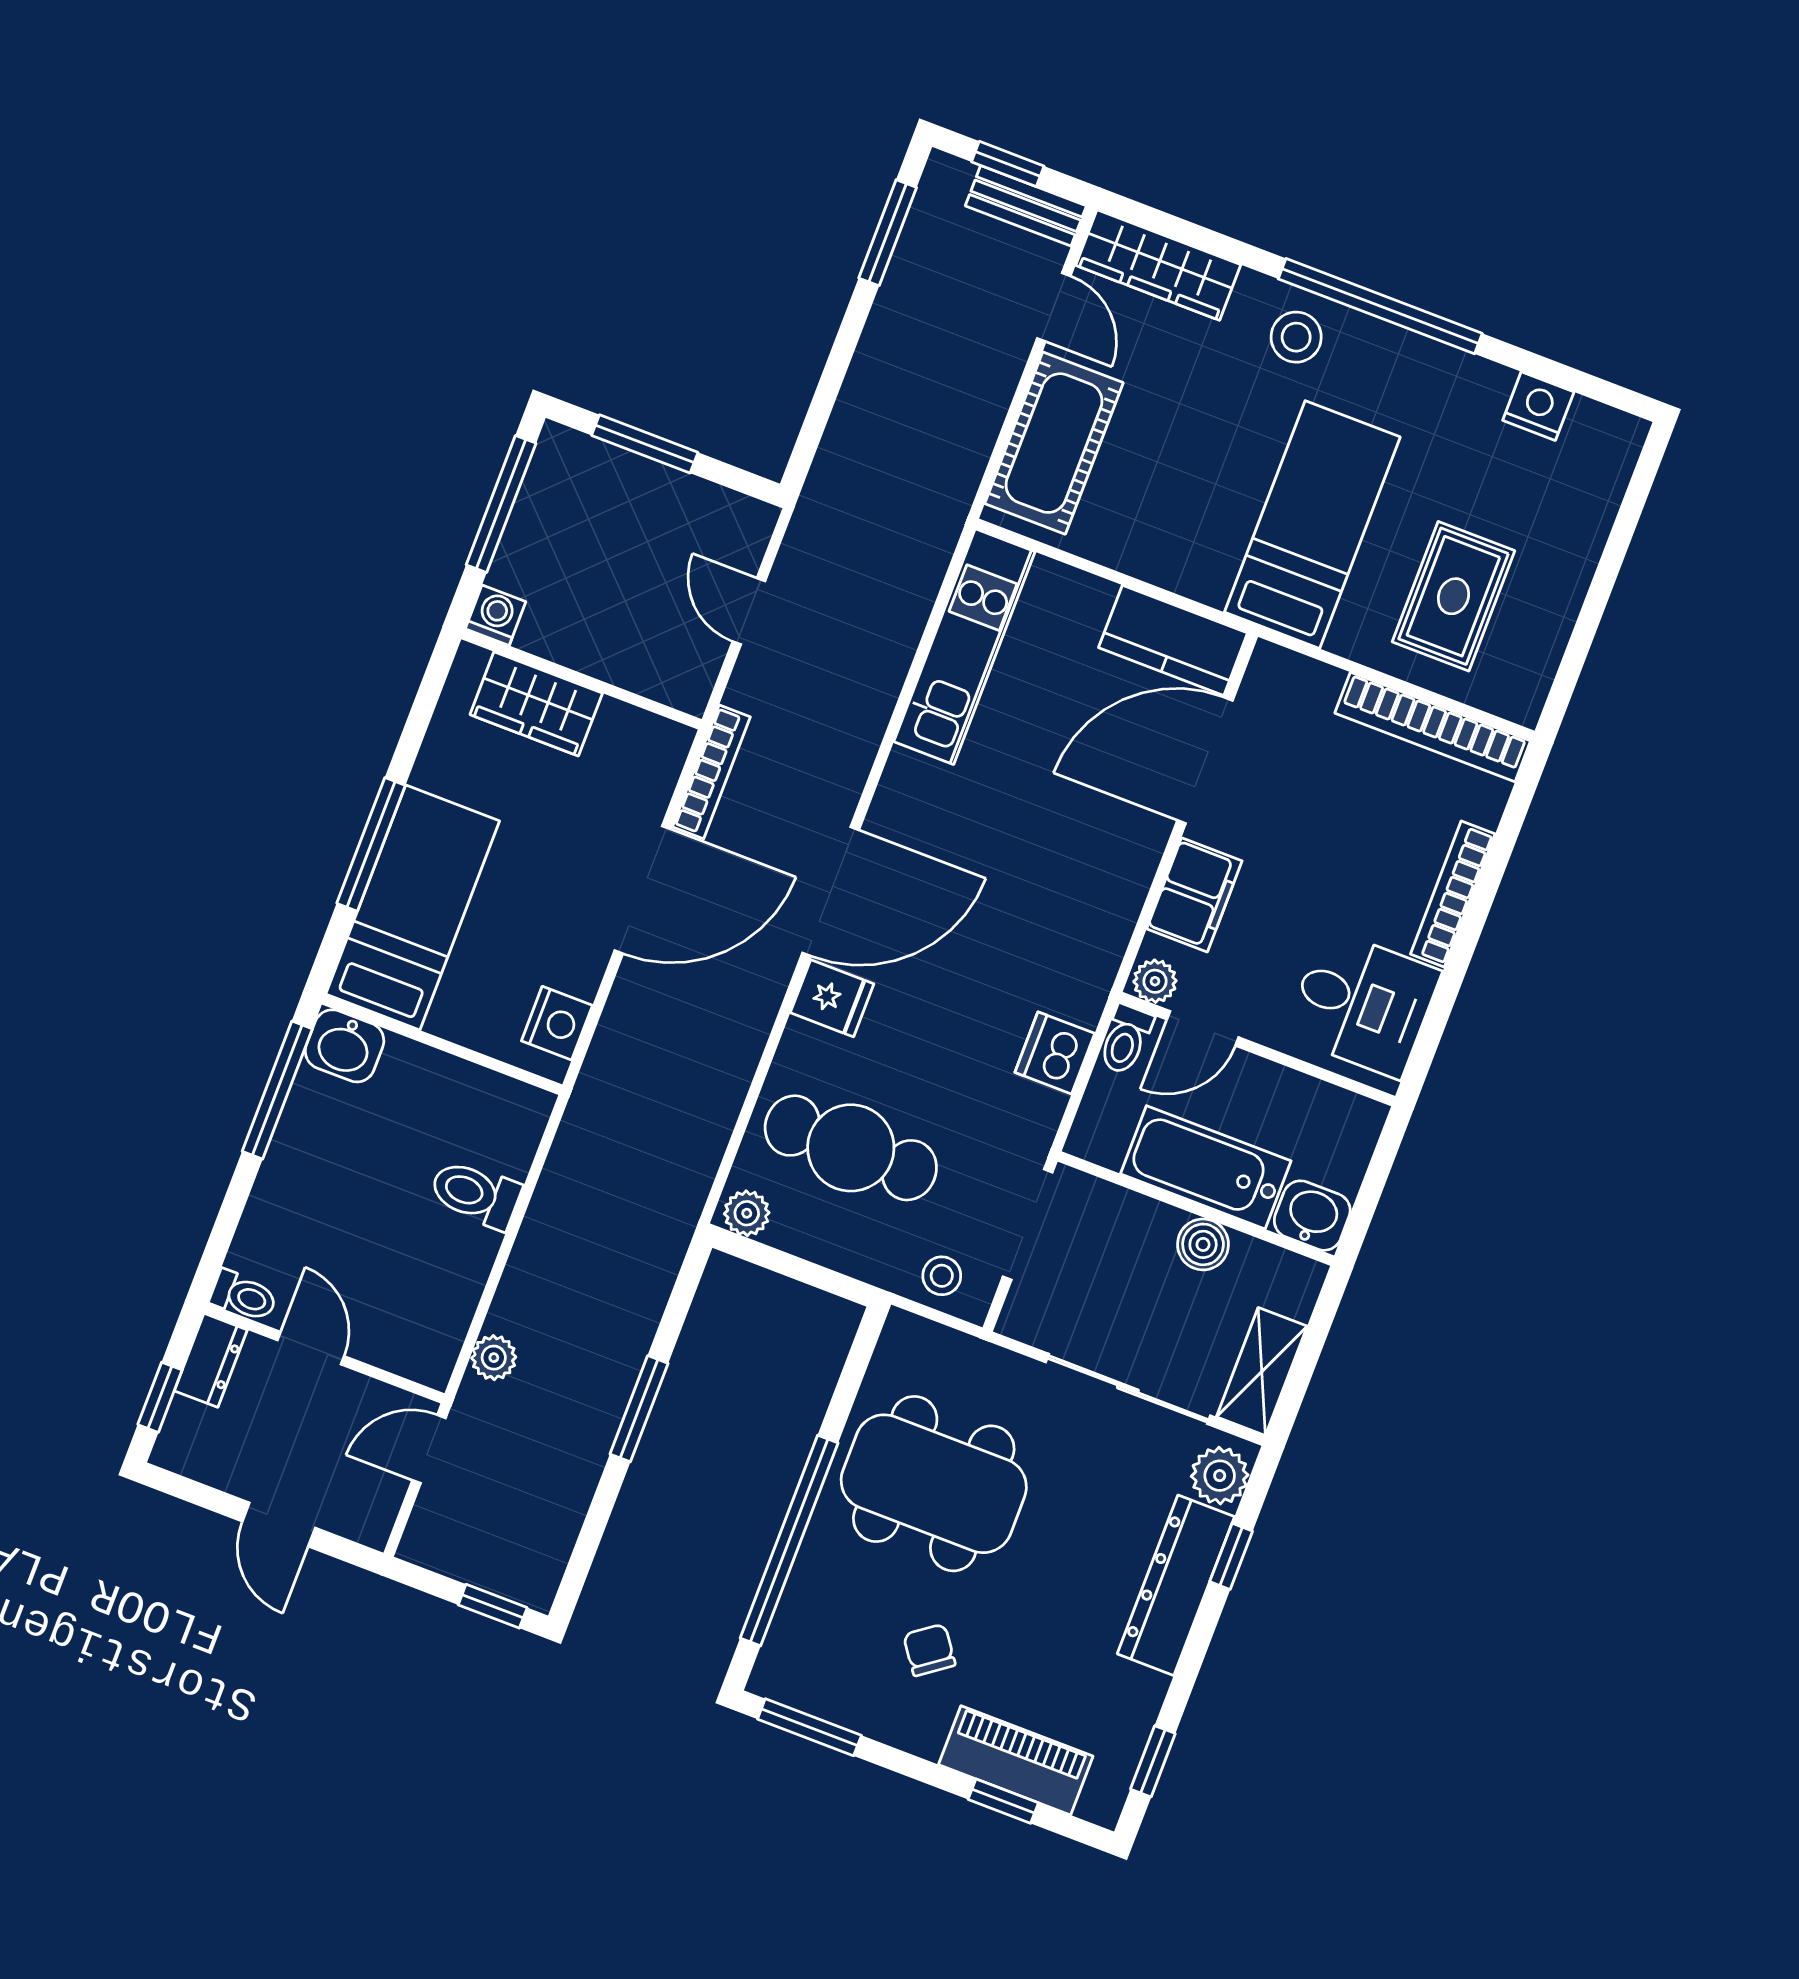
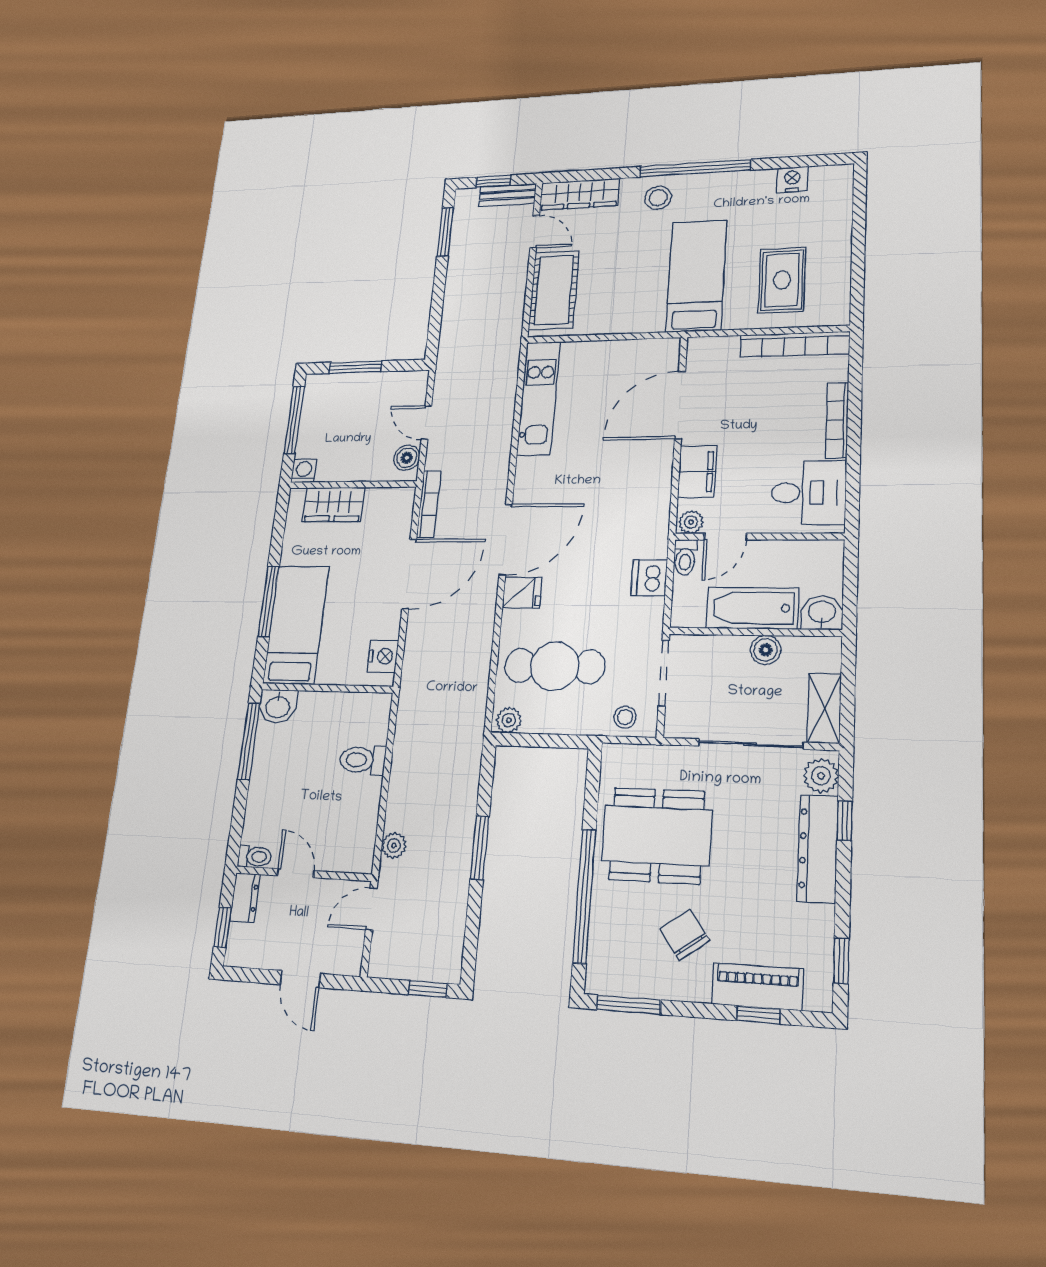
kitchen counter: (1173, 640) -> (644, 355), removed
boiler: (695, 666) -> (407, 458), added
chair: (929, 1650) -> (685, 935), width x1.37, depth x1.37

